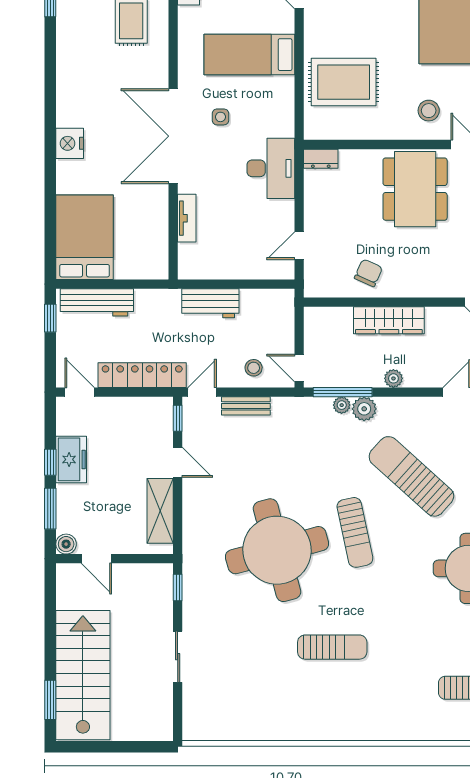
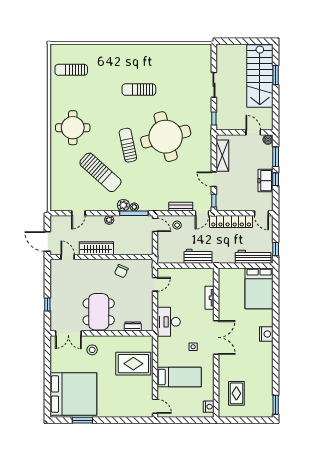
double door: (173, 136) -> (216, 337), width x0.73
dresser: (321, 159) -> (133, 327), moved
wardrobe: (389, 320) -> (96, 248), moved
window: (50, 700) -> (276, 75), moved

